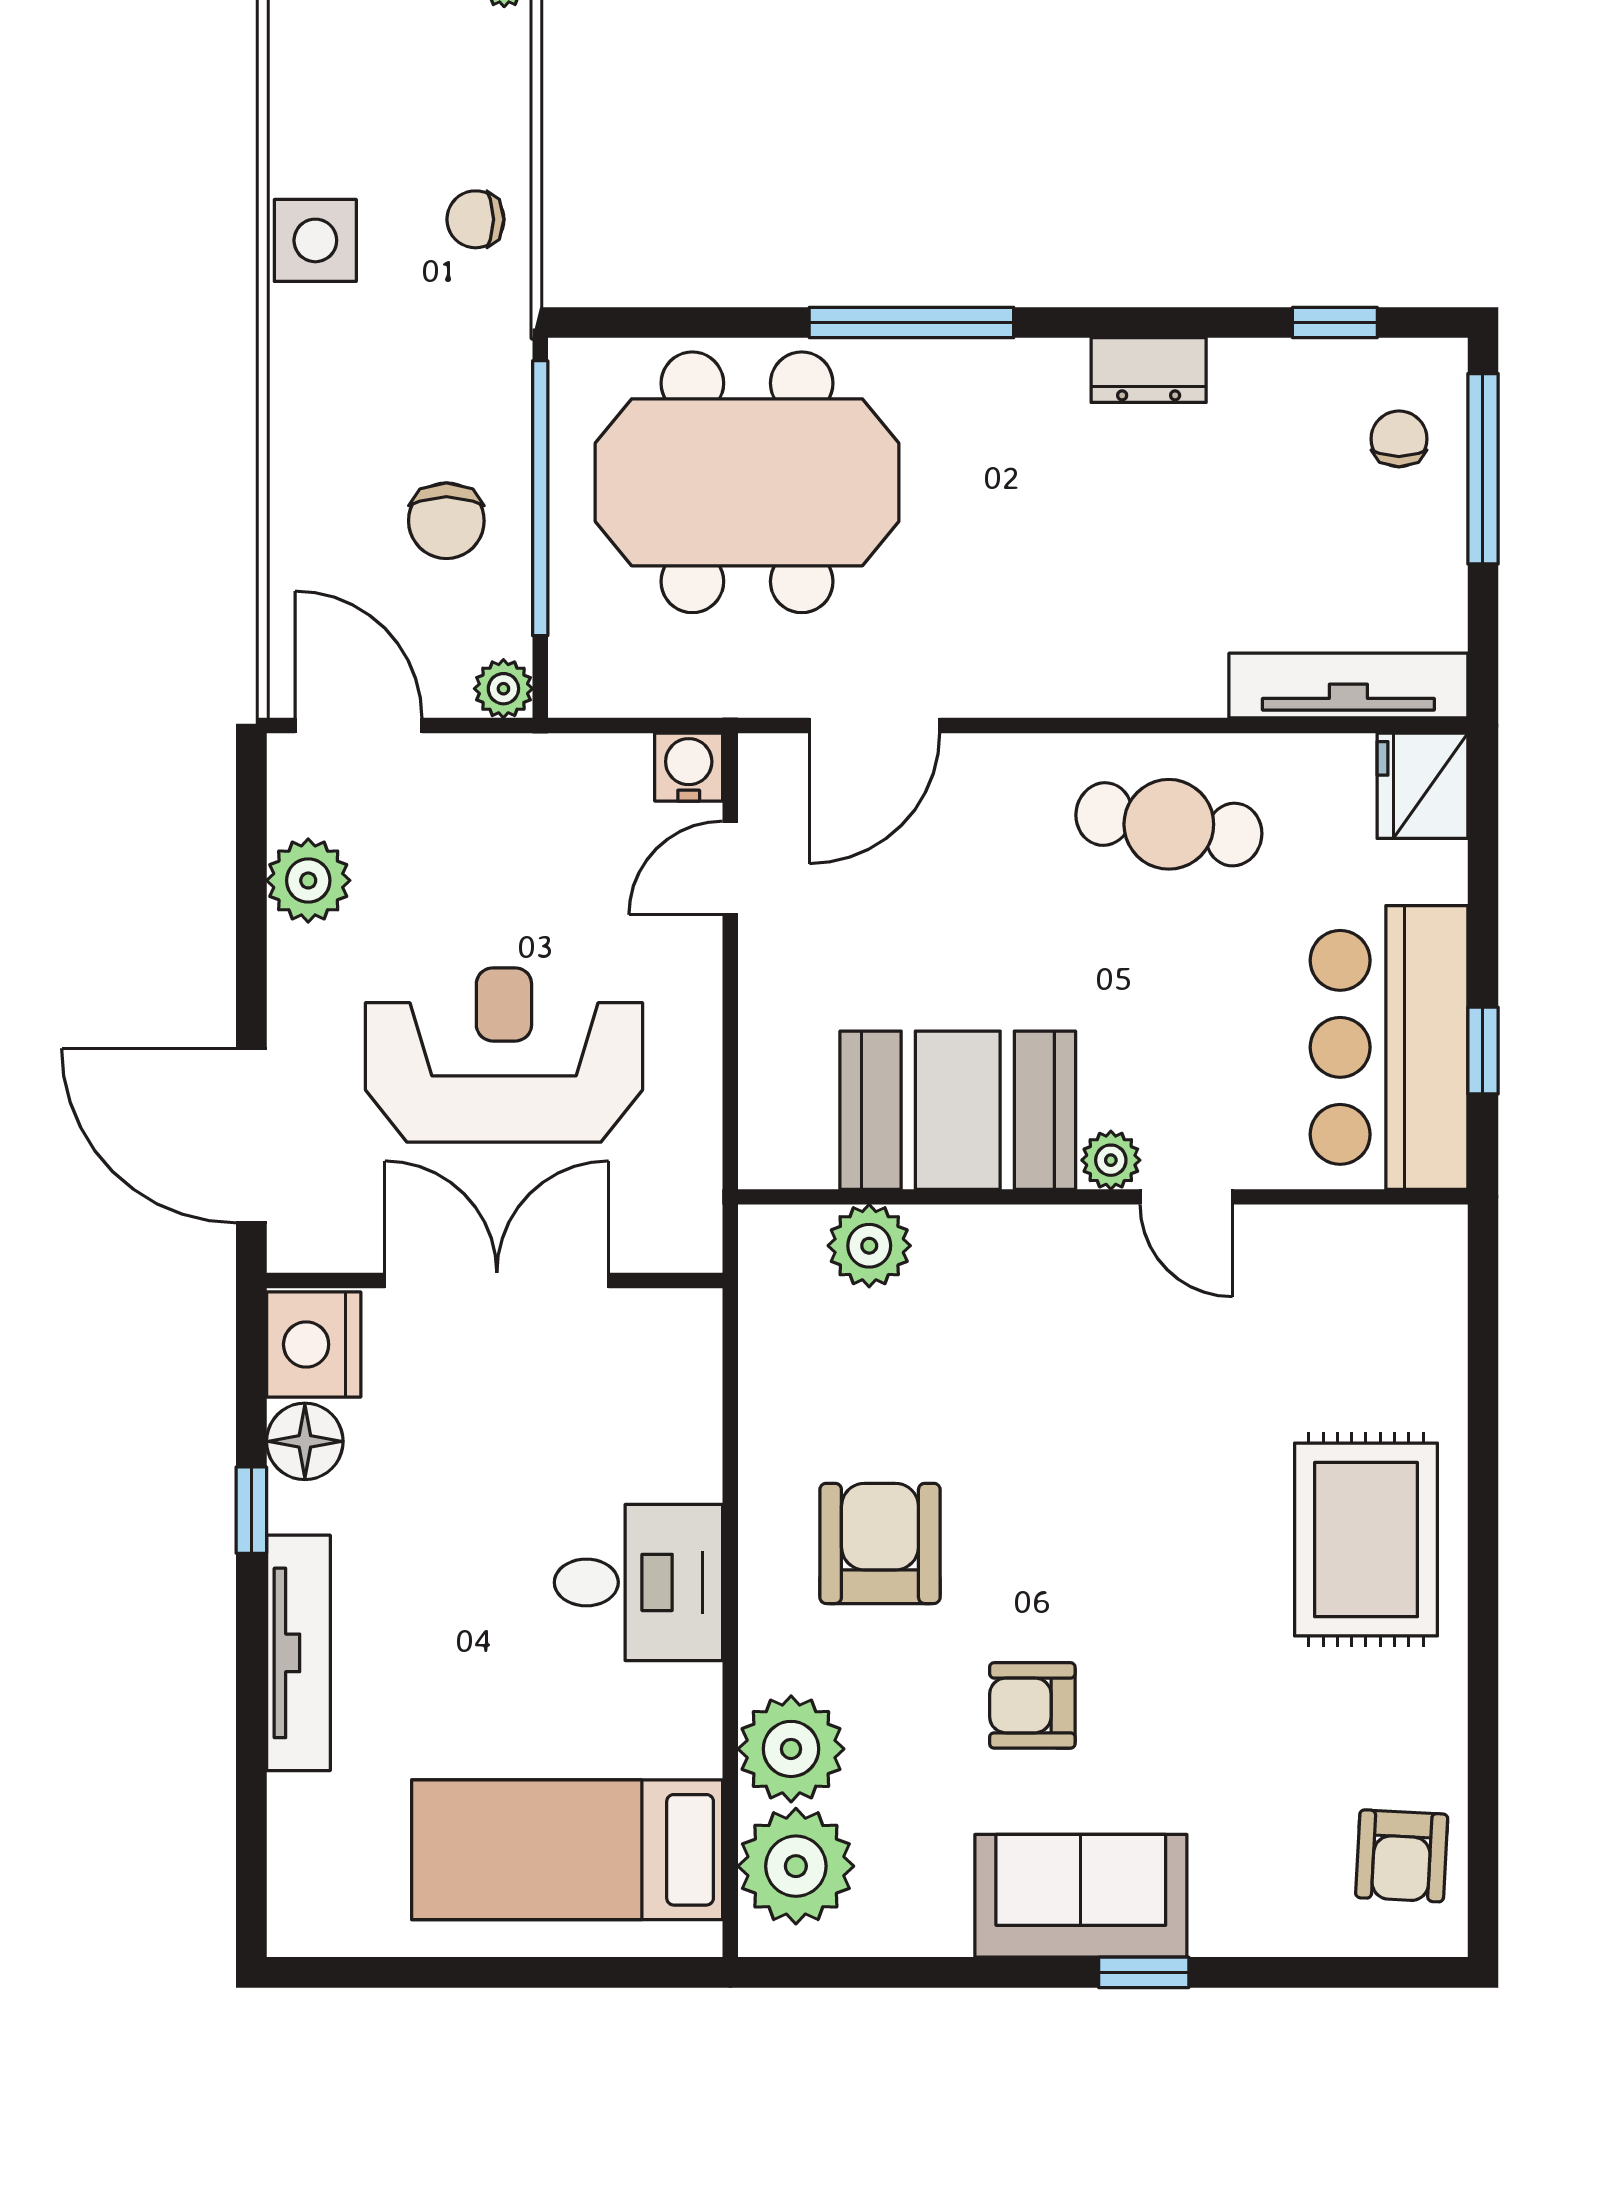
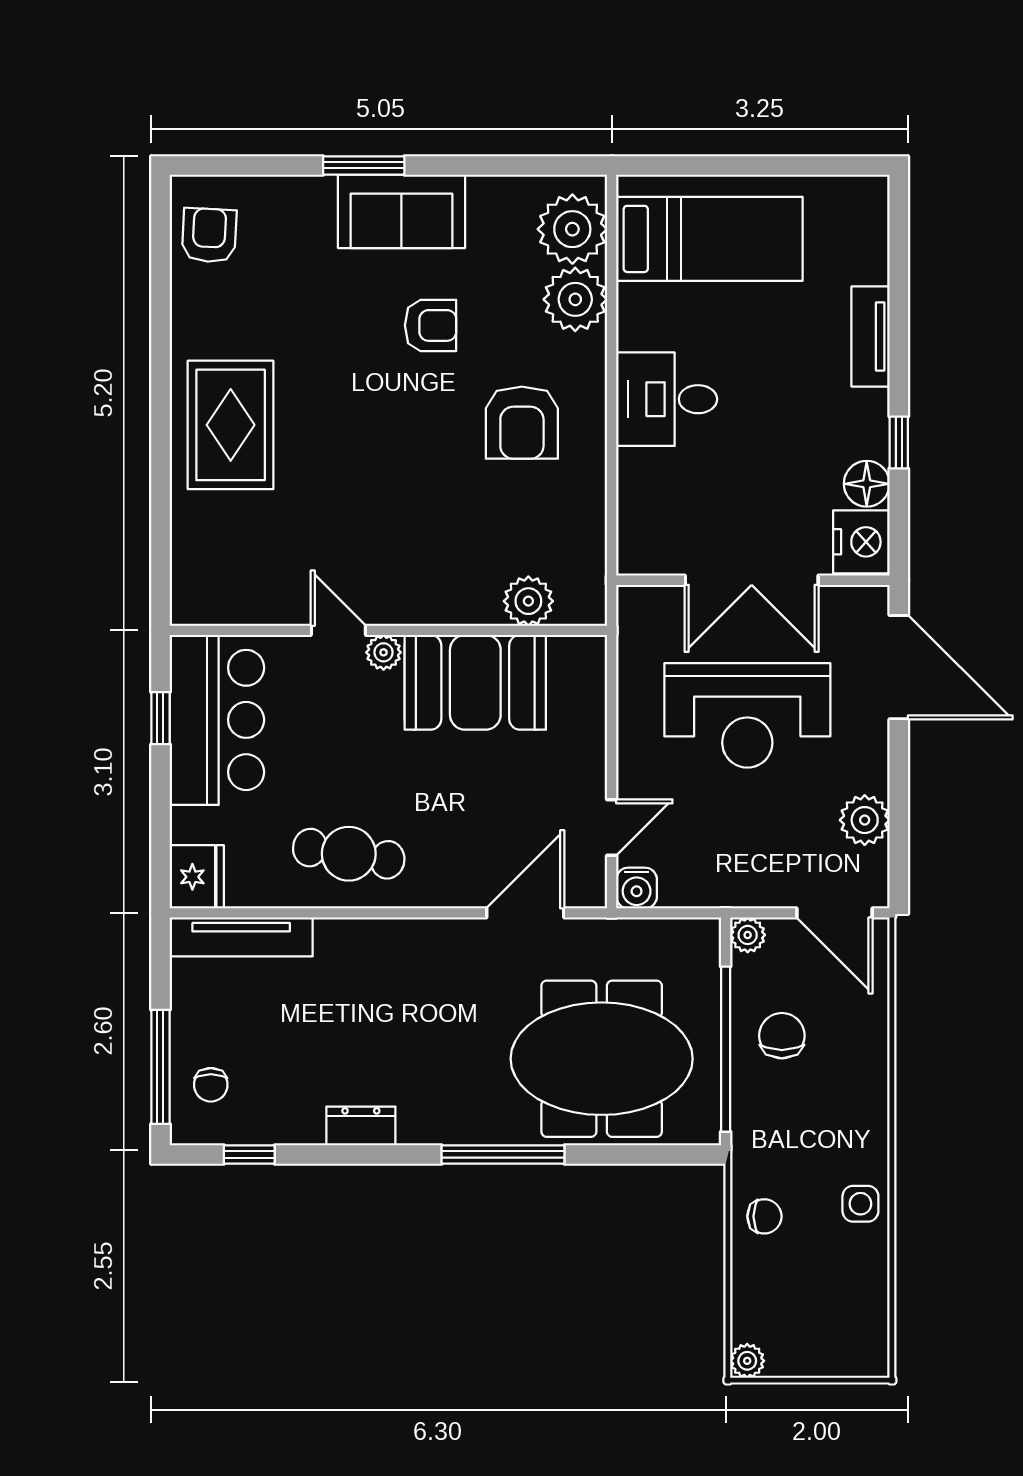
side table: (315, 240) -> (860, 1204), width x0.73, depth x0.73
tv unit: (298, 1653) -> (871, 336), width x0.71
window: (1144, 1972) -> (364, 165), width x1.50

